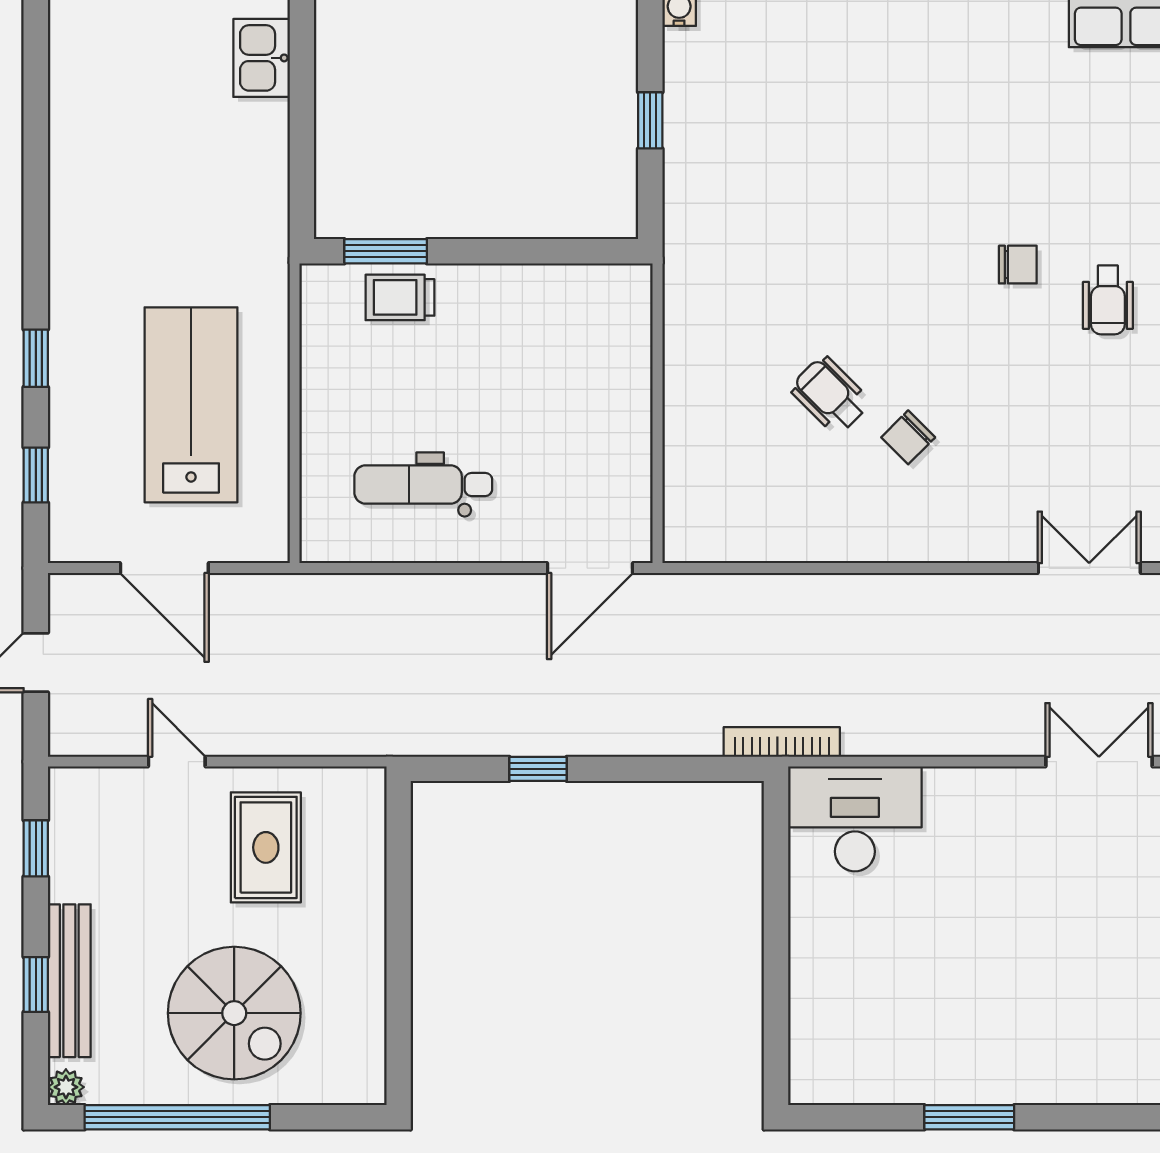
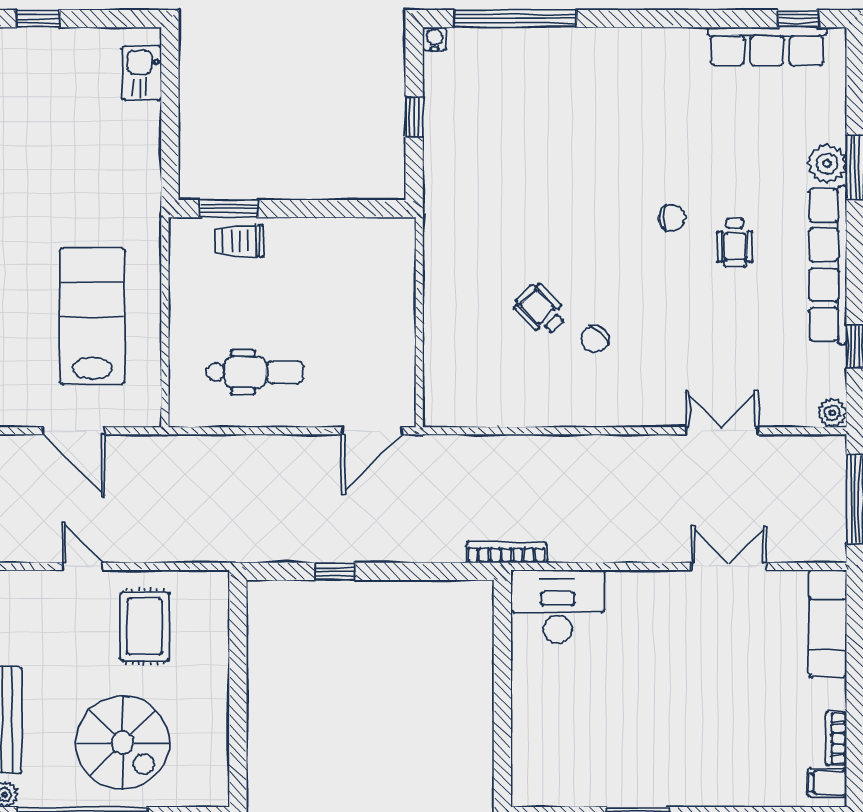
dental chair: (423, 484) -> (255, 372), turned 180

